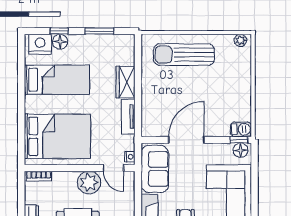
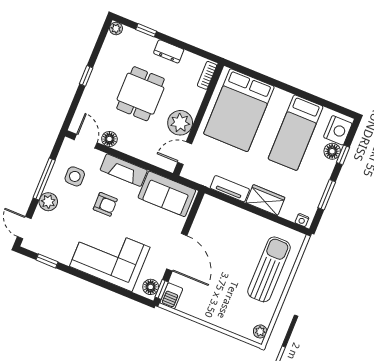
door: (186, 140) -> (177, 252), moved
nightstand: (130, 157) -> (302, 220), moved

